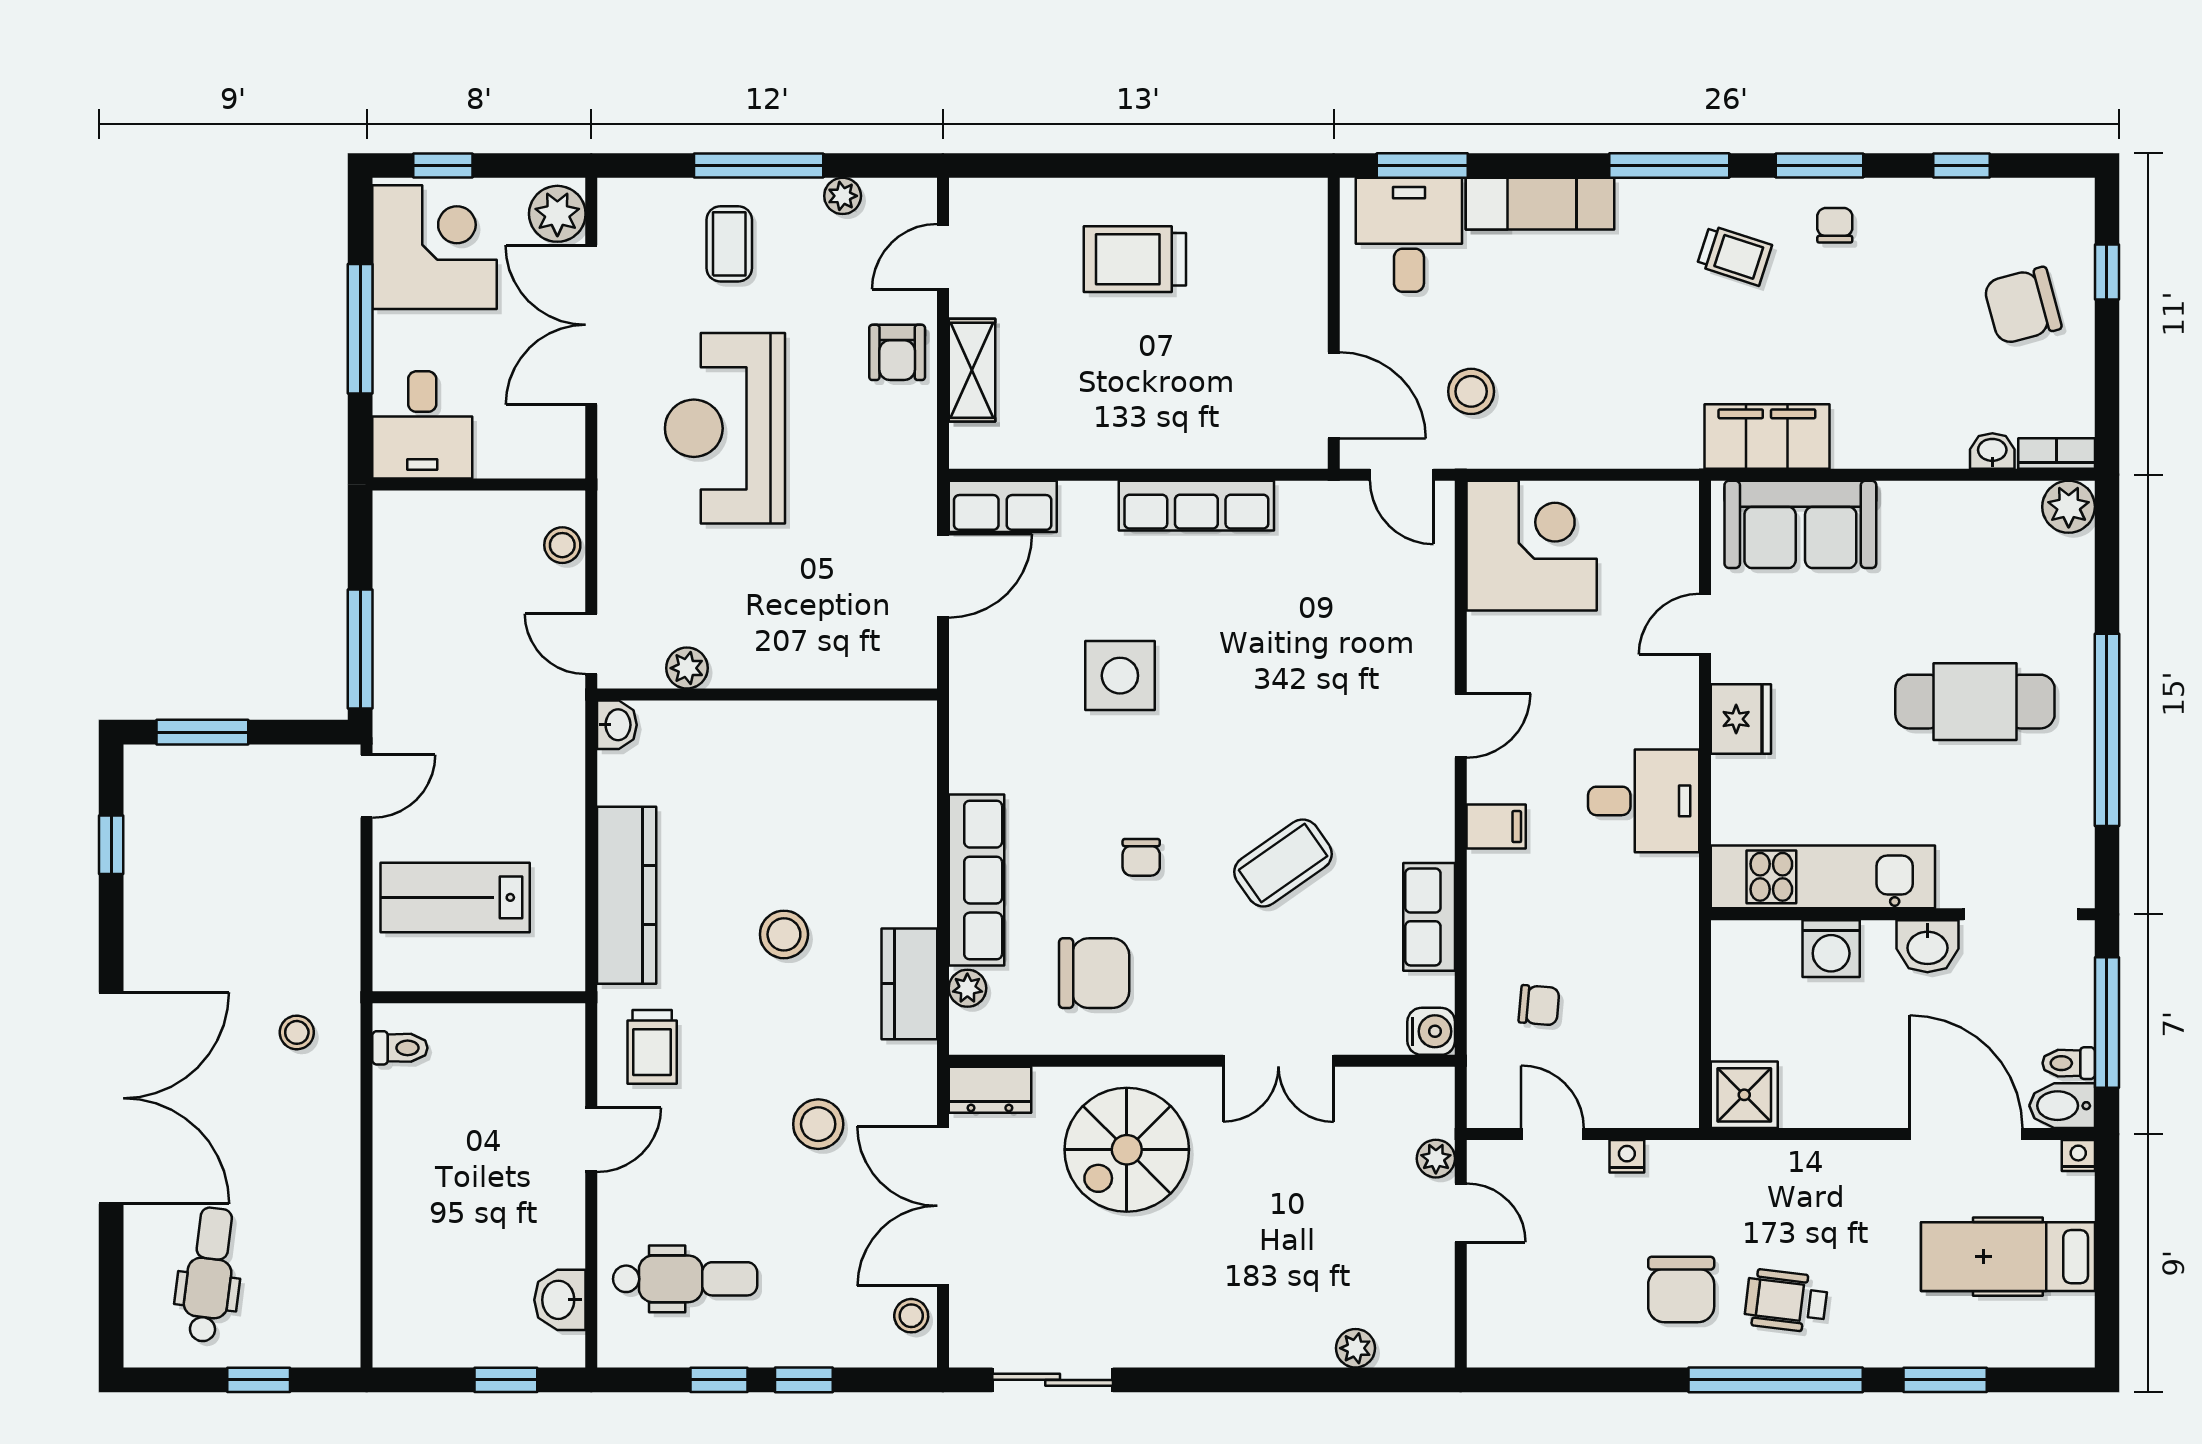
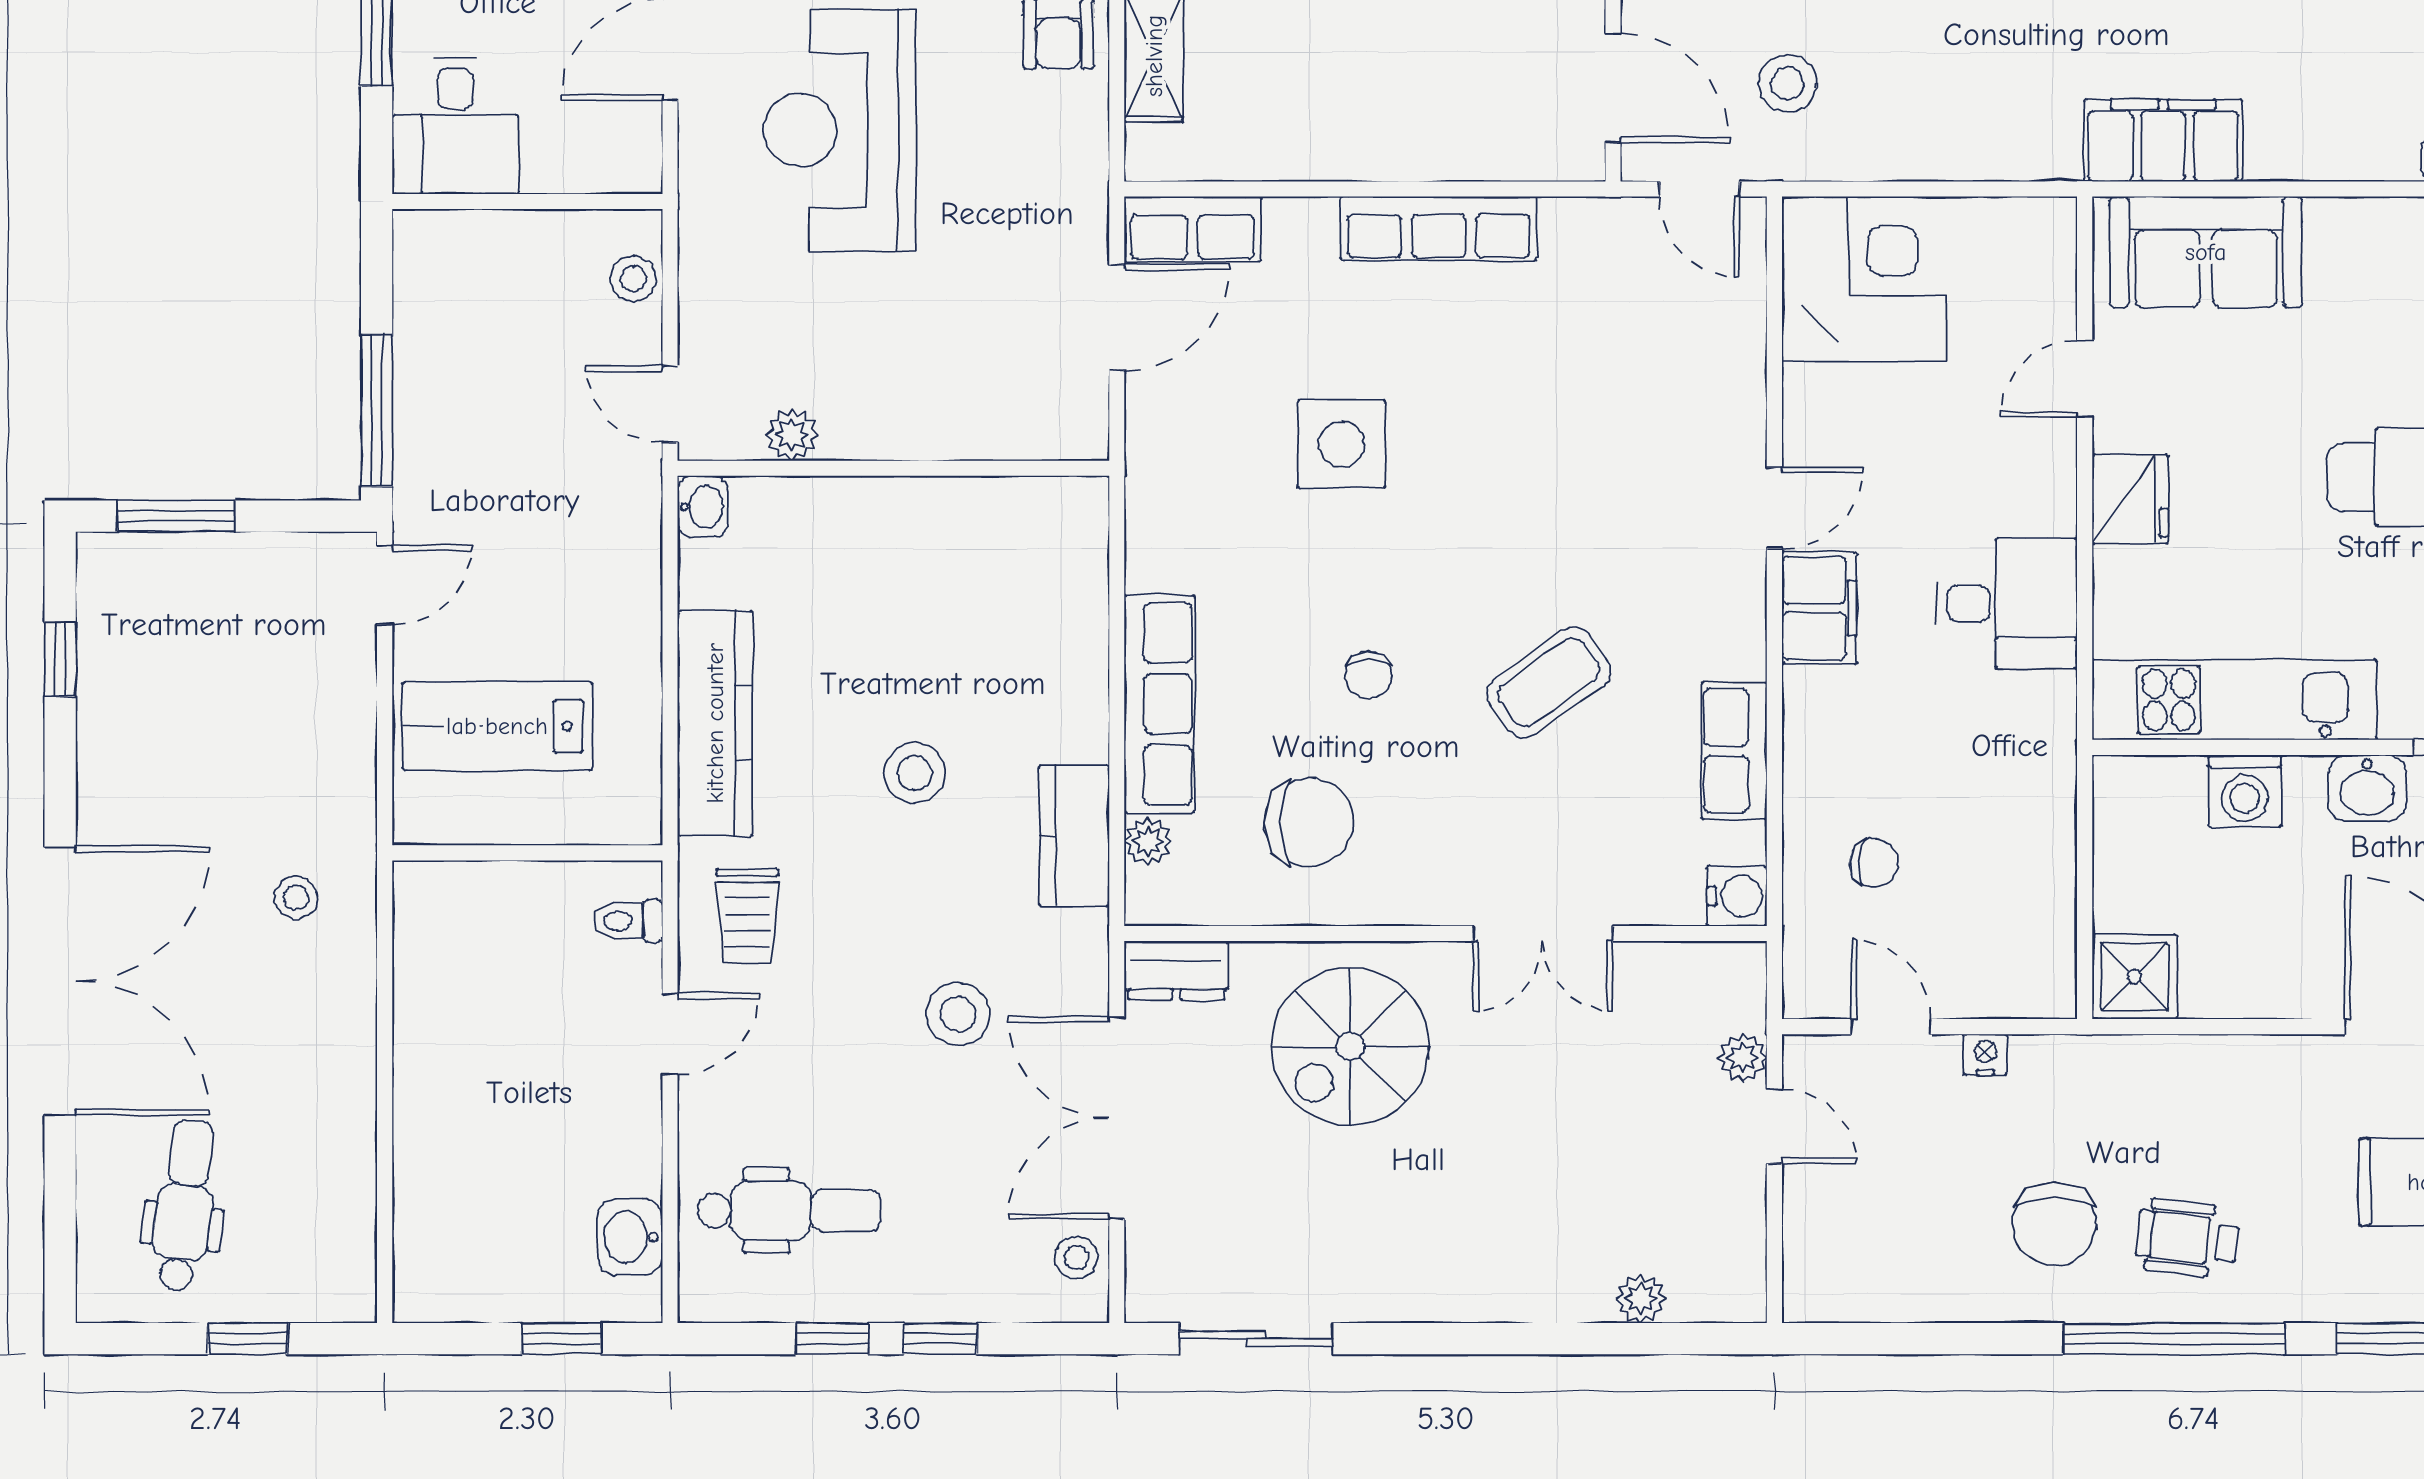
filing cabinet: (1496, 827) -> (1819, 608), width x2.00
toilet: (400, 1048) -> (628, 921), moved, turned 180

